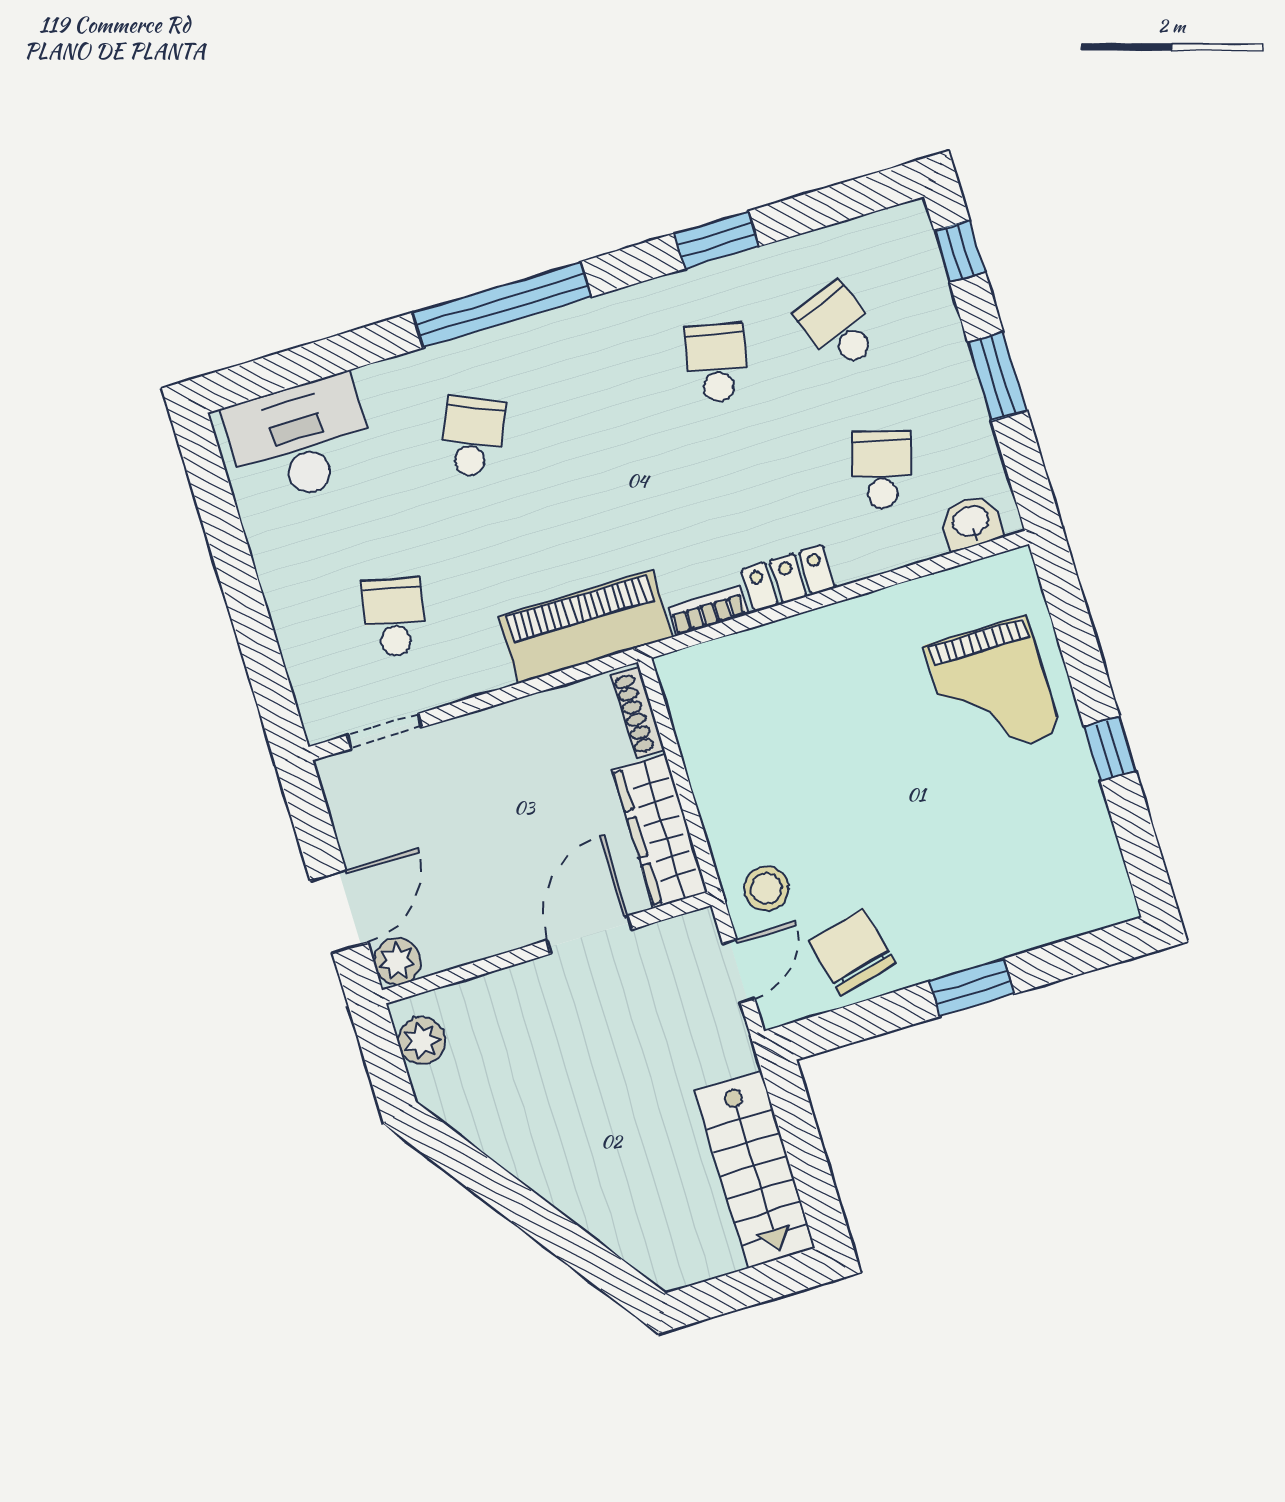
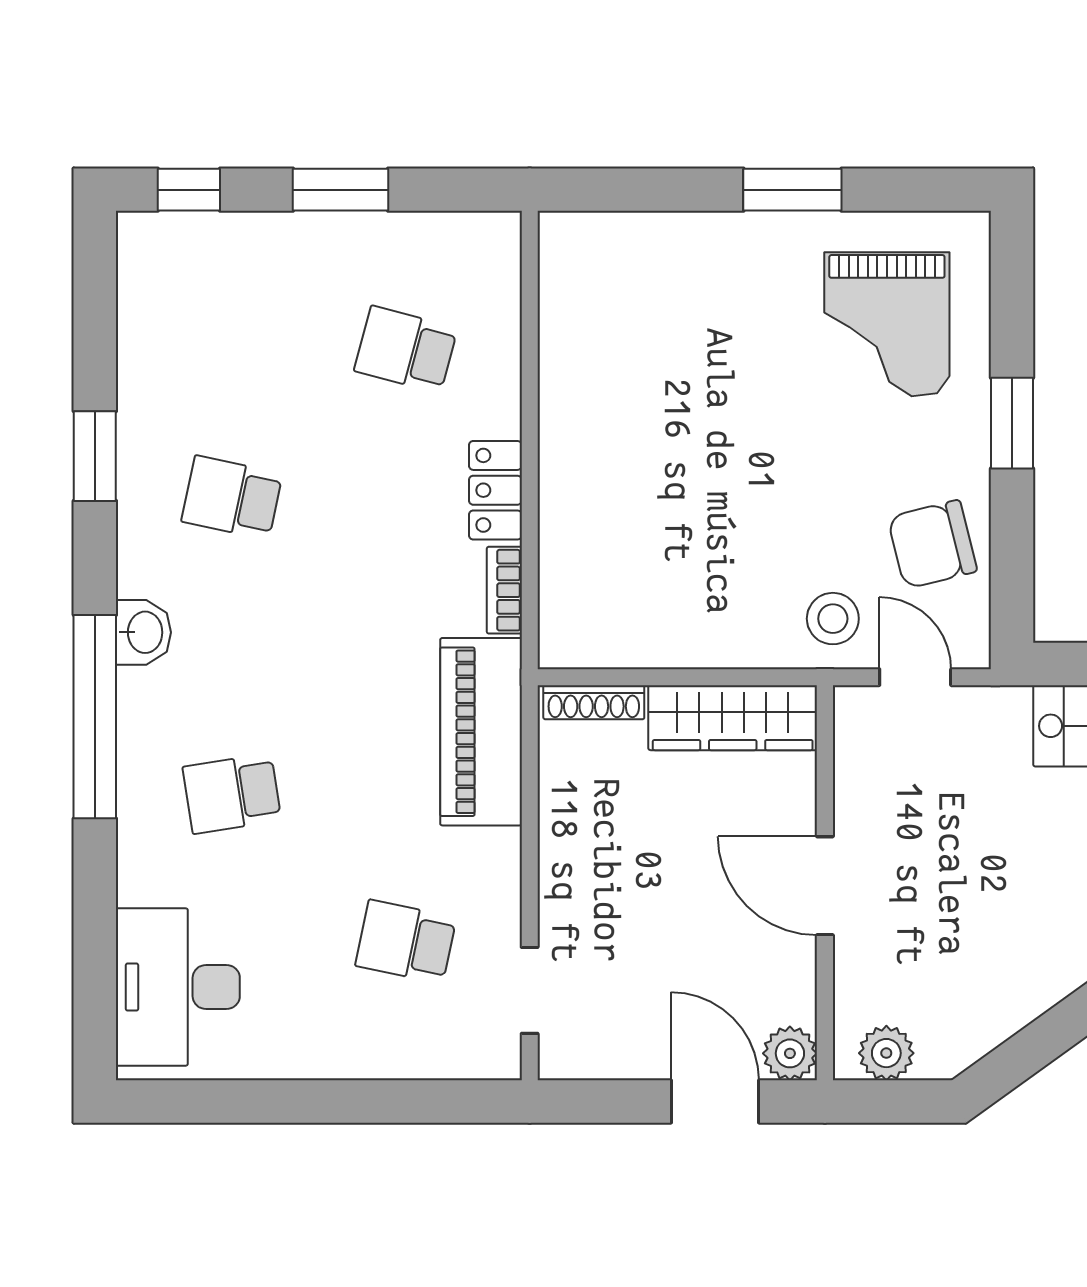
school desk: (839, 326) -> (232, 349), removed
school desk: (473, 437) -> (232, 794), turned -33
washbasin: (971, 522) -> (143, 632), moved, turned 180
grand piano: (993, 689) -> (887, 324), moved, turned 90
window: (1110, 749) -> (792, 190), width x1.50
door: (589, 935) -> (825, 886), moved

